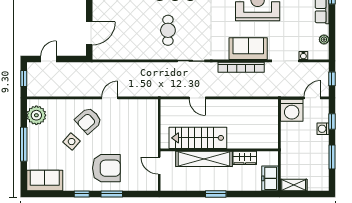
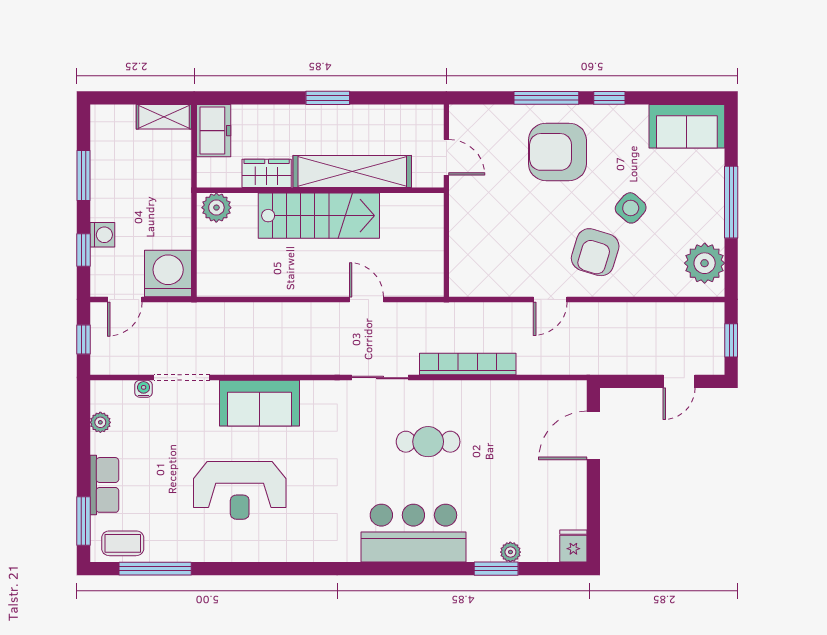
cafe table: (168, 30) -> (428, 442), turned 90
bookcase: (241, 67) -> (468, 364), moved
armchair: (88, 120) -> (595, 252), turned 149
stairs: (198, 138) -> (319, 216), moved
plant: (269, 142) -> (216, 208), added
window: (112, 194) -> (546, 98), width x1.44

